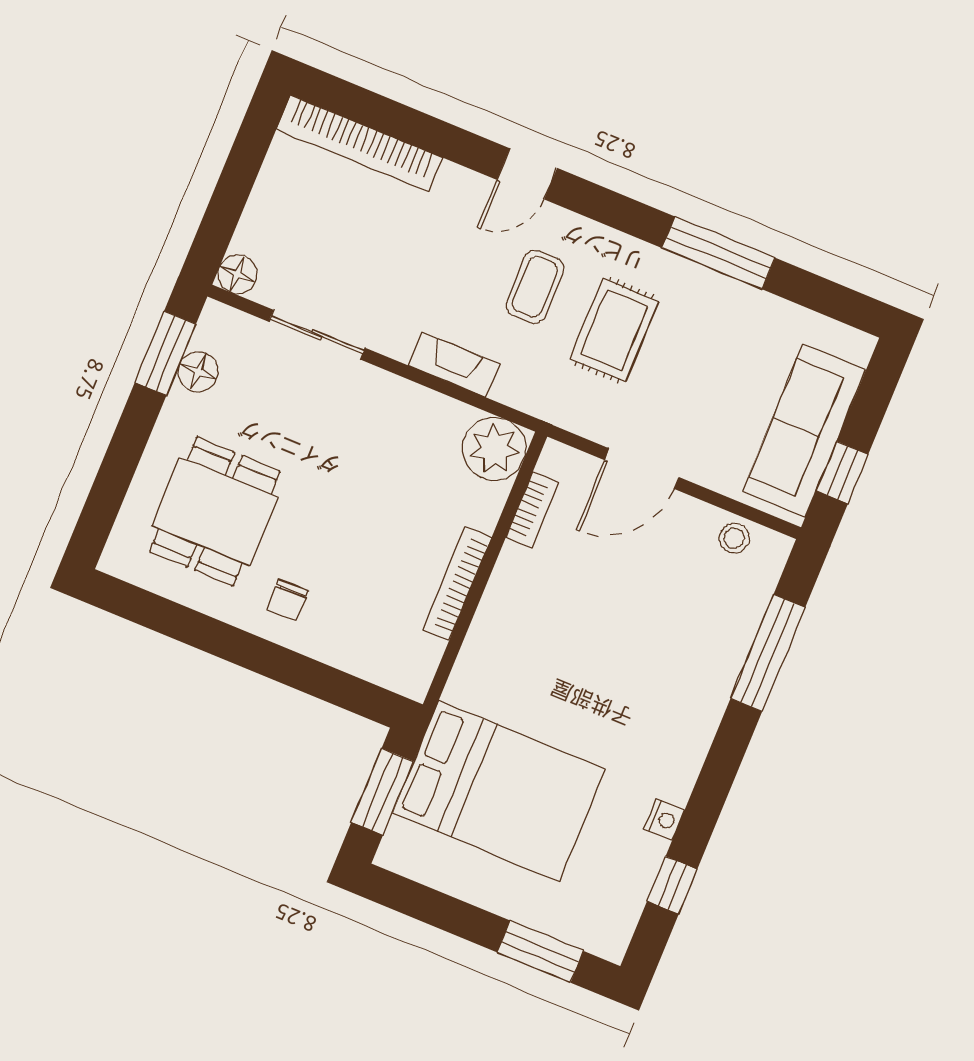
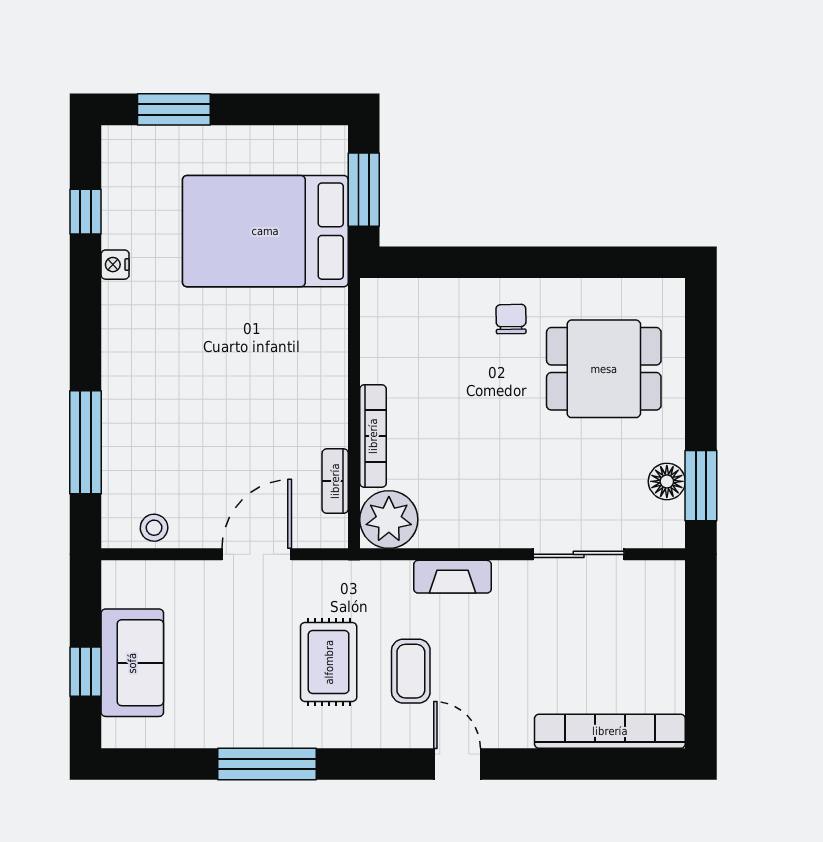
door: (527, 174) -> (457, 764), hinge flipped
floor lamp: (237, 274) -> (667, 578), removed
sofa: (804, 431) -> (132, 663), width x0.73
window: (842, 473) -> (85, 672), moved
dining table: (215, 511) -> (604, 369), turned 90
bookcase: (457, 583) -> (373, 436), moved

